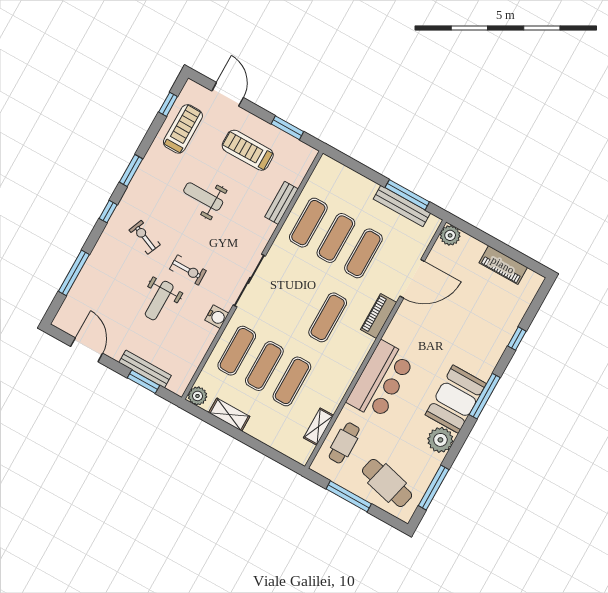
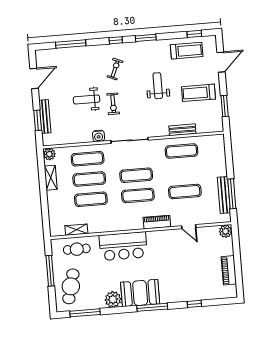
treadmill: (248, 150) -> (198, 93), turned -90
exercise mat: (336, 238) -> (136, 175), moved
door: (412, 279) -> (189, 227), width x0.53

